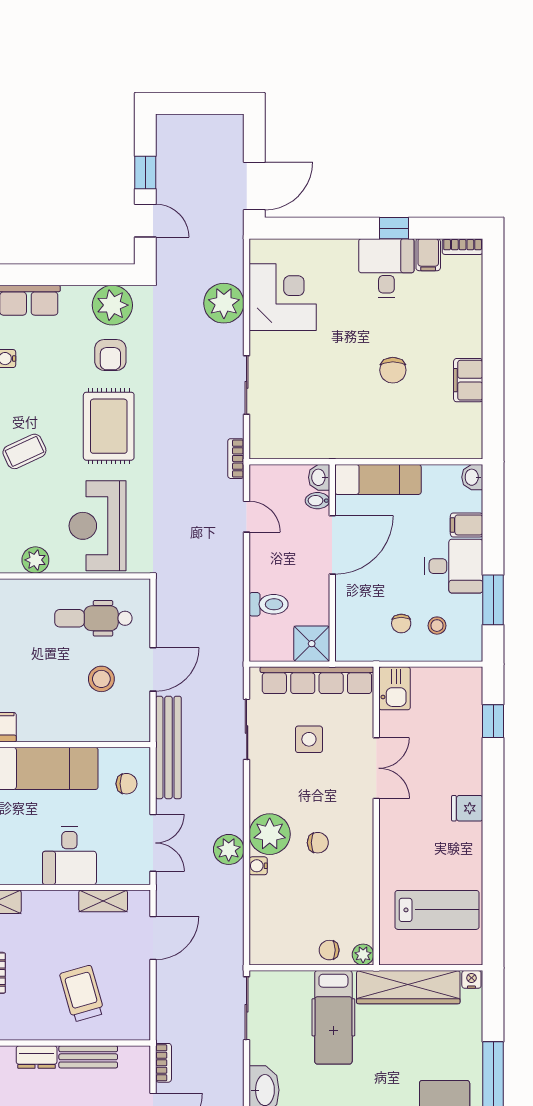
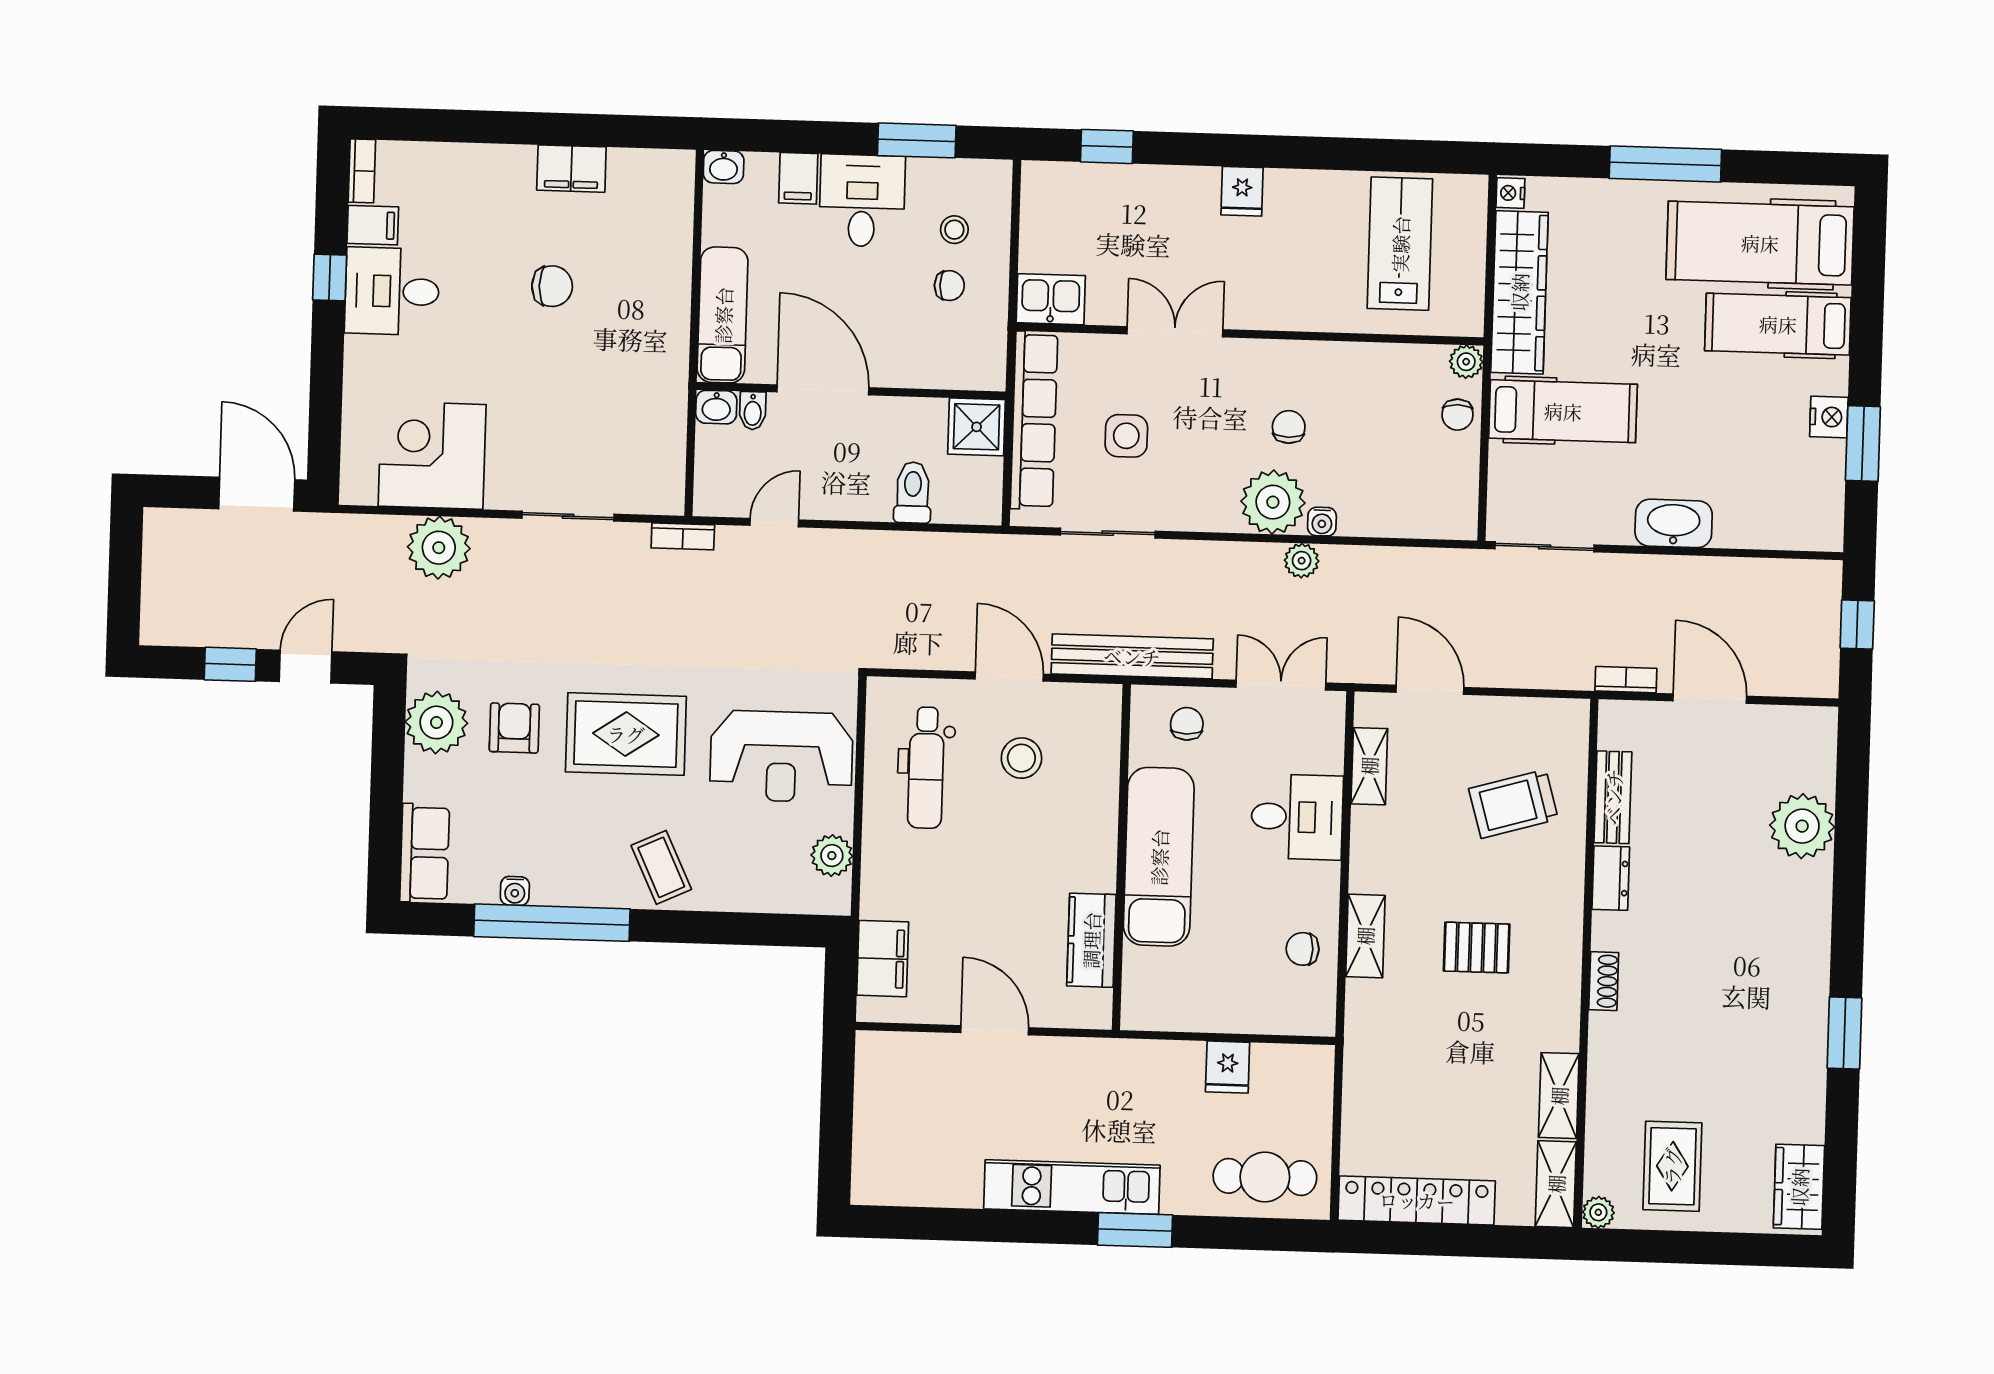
armchair: (110, 355) -> (514, 728), turned -90
plant: (229, 849) -> (1302, 561), width x0.73, depth x0.73

